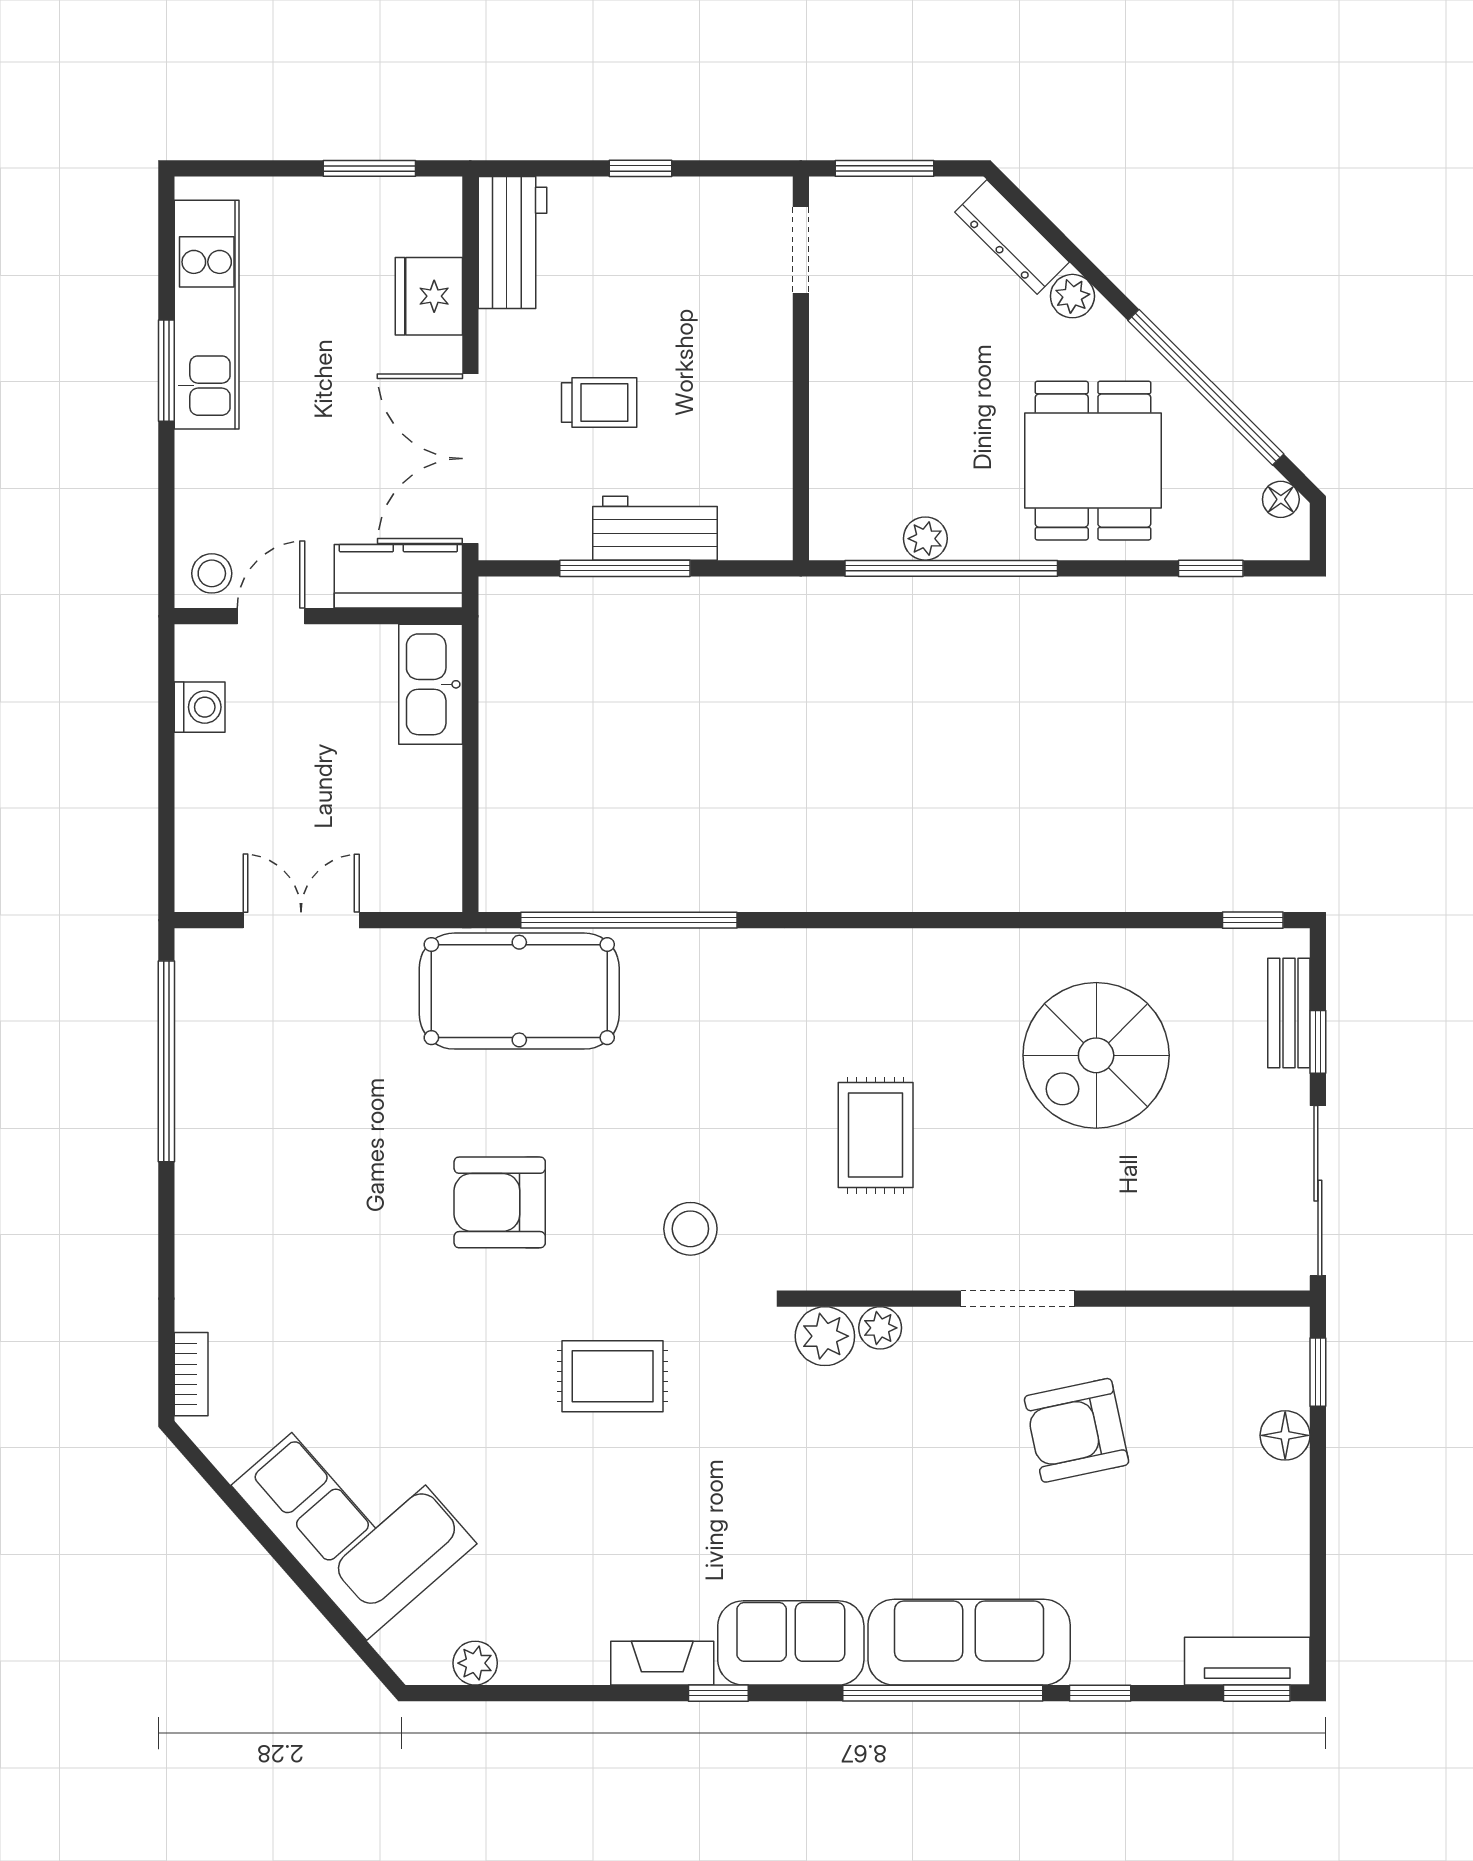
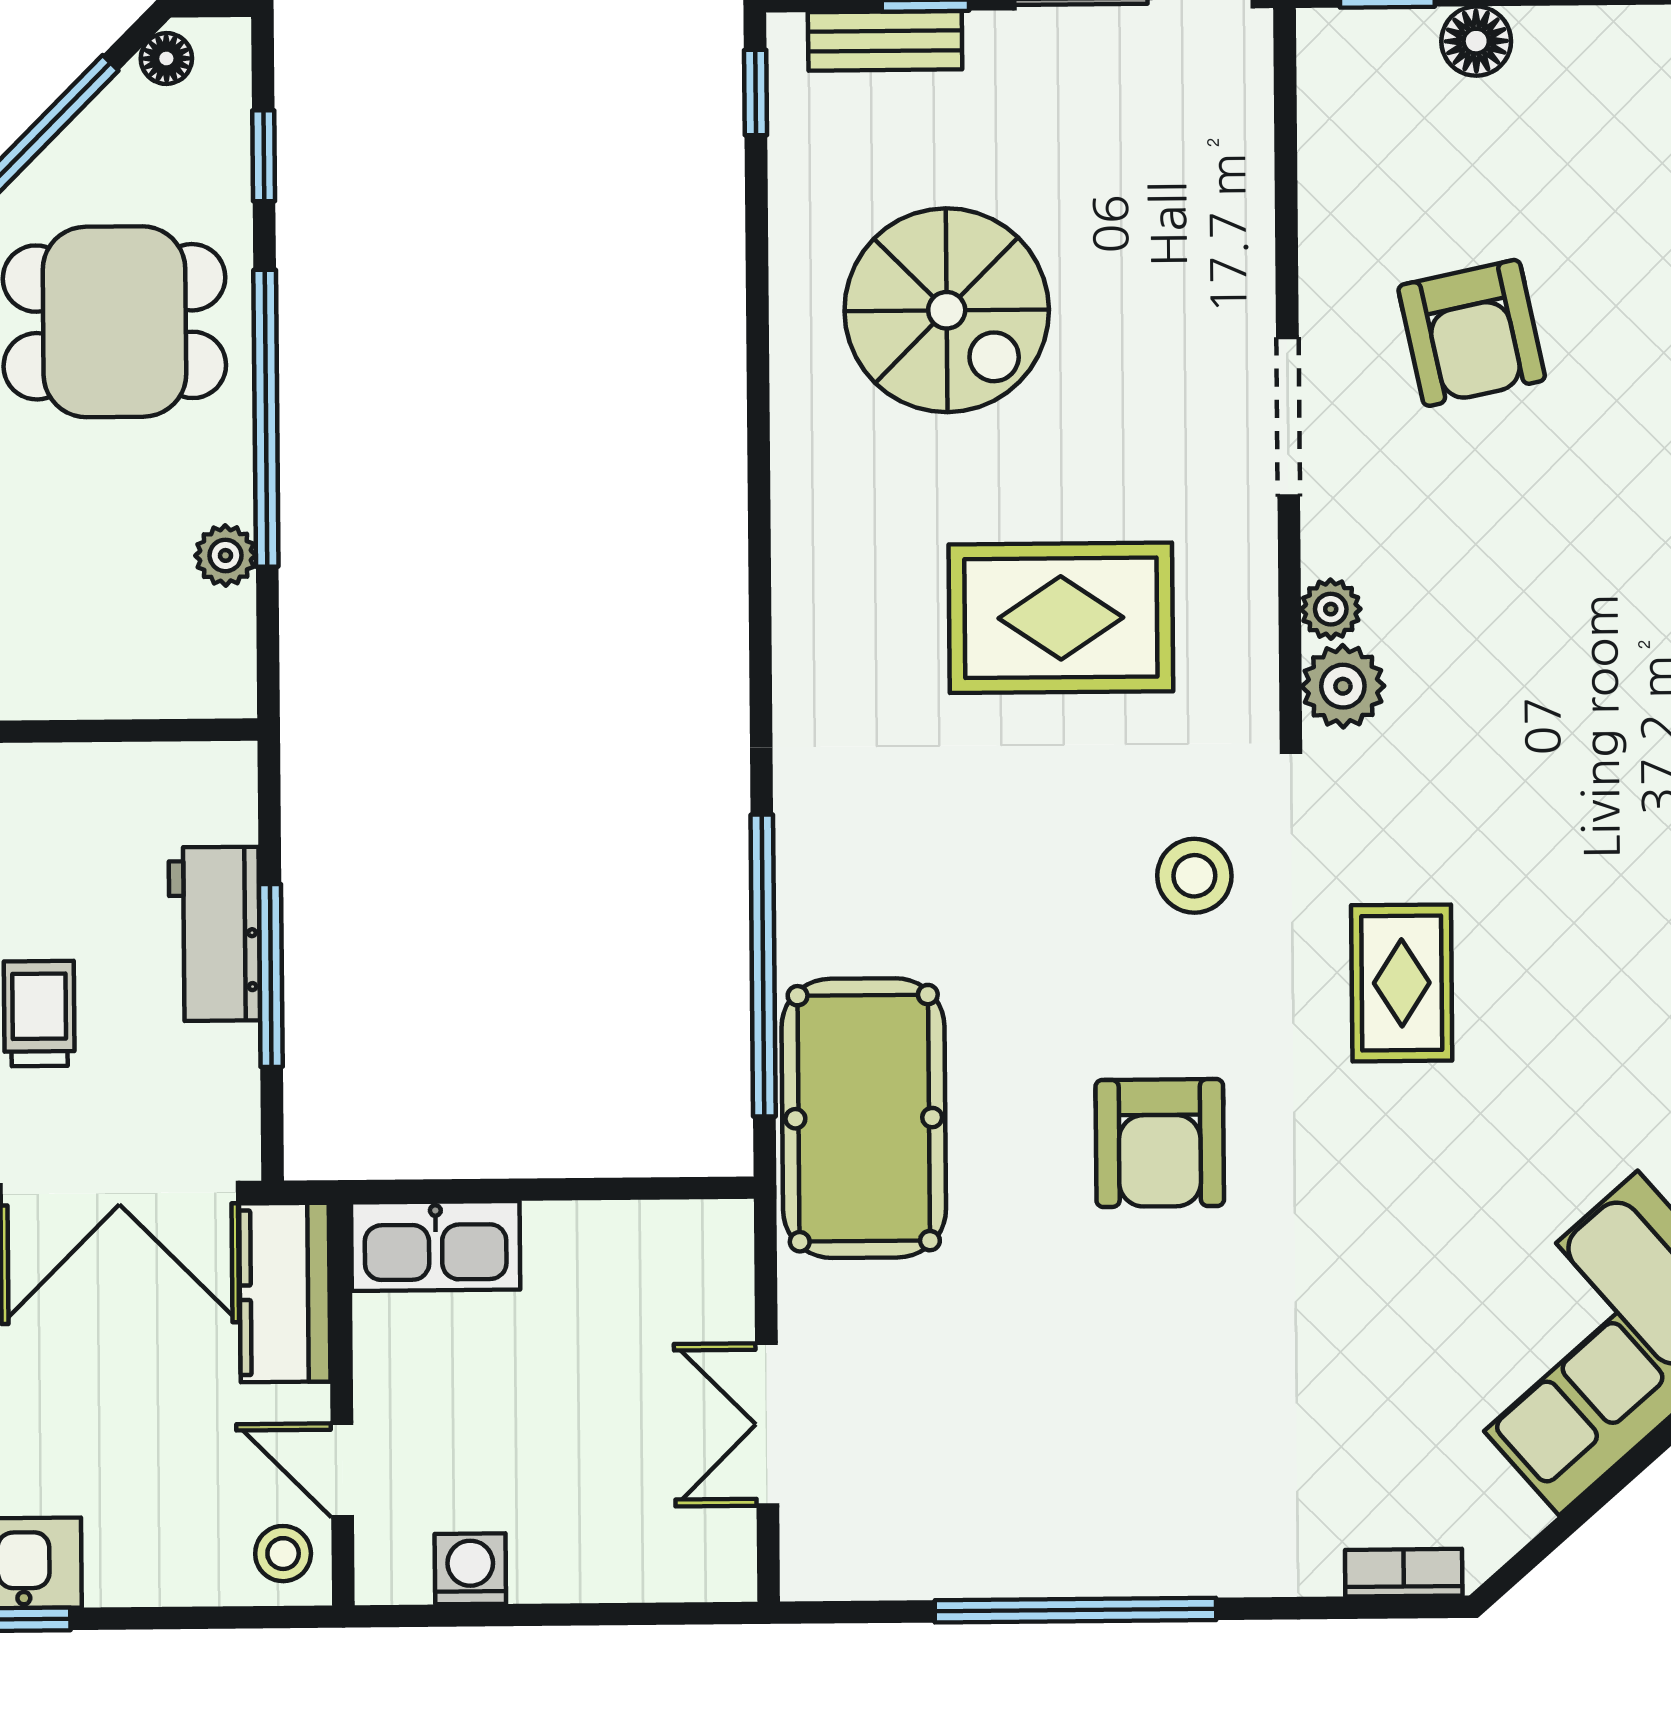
window: (951, 568) -> (266, 418), moved
window: (166, 1061) -> (1075, 1610), moved
rug: (876, 1135) -> (1061, 618), width x1.36, depth x1.43

